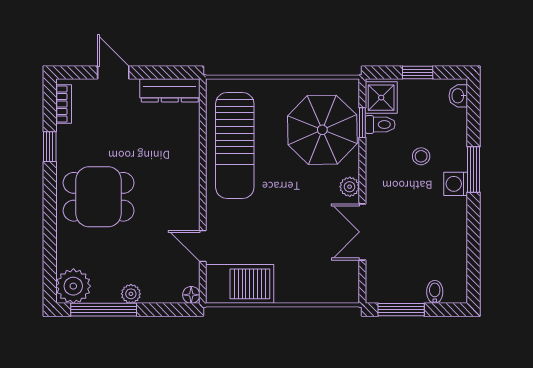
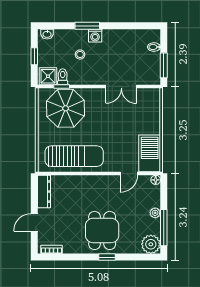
window: (50, 147) -> (107, 257), moved
plant: (350, 187) -> (97, 93), removed

